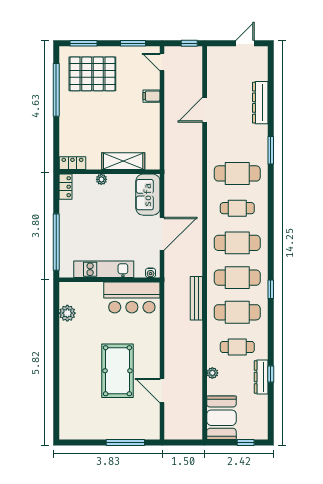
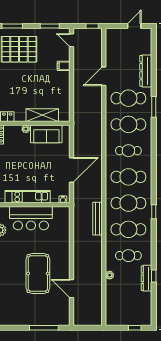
cafe table: (237, 139) -> (128, 98), added
sofa: (148, 195) -> (46, 134), moved, turned -90
bar counter: (132, 297) -> (31, 218), moved
booth: (221, 418) -> (116, 309), removed

